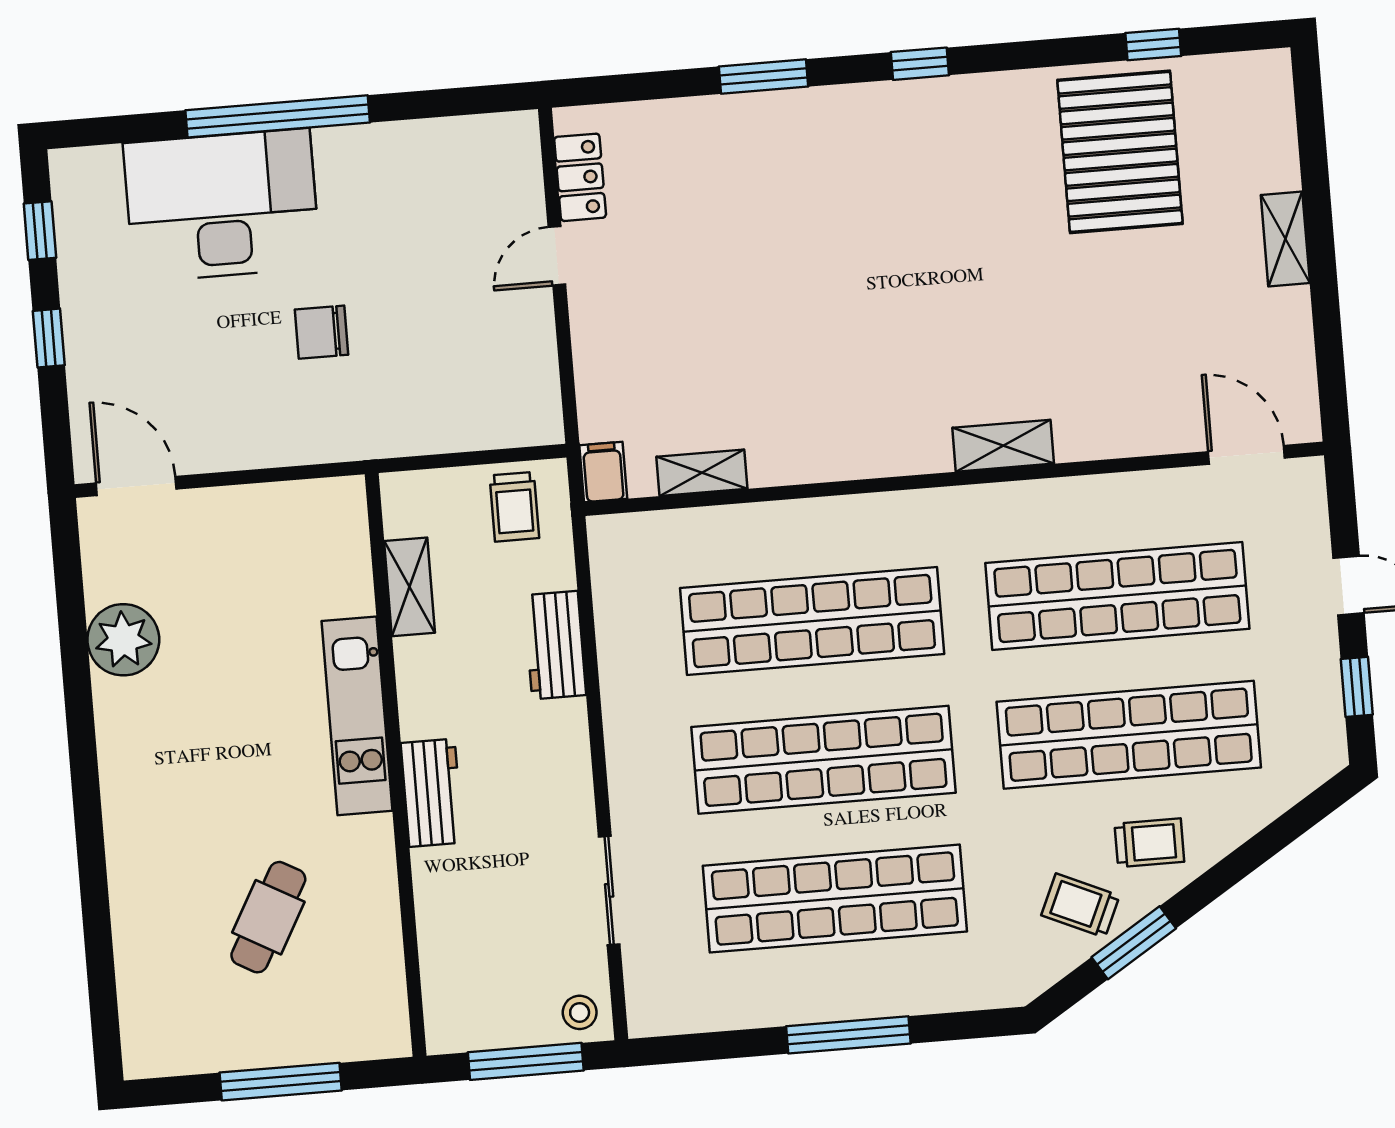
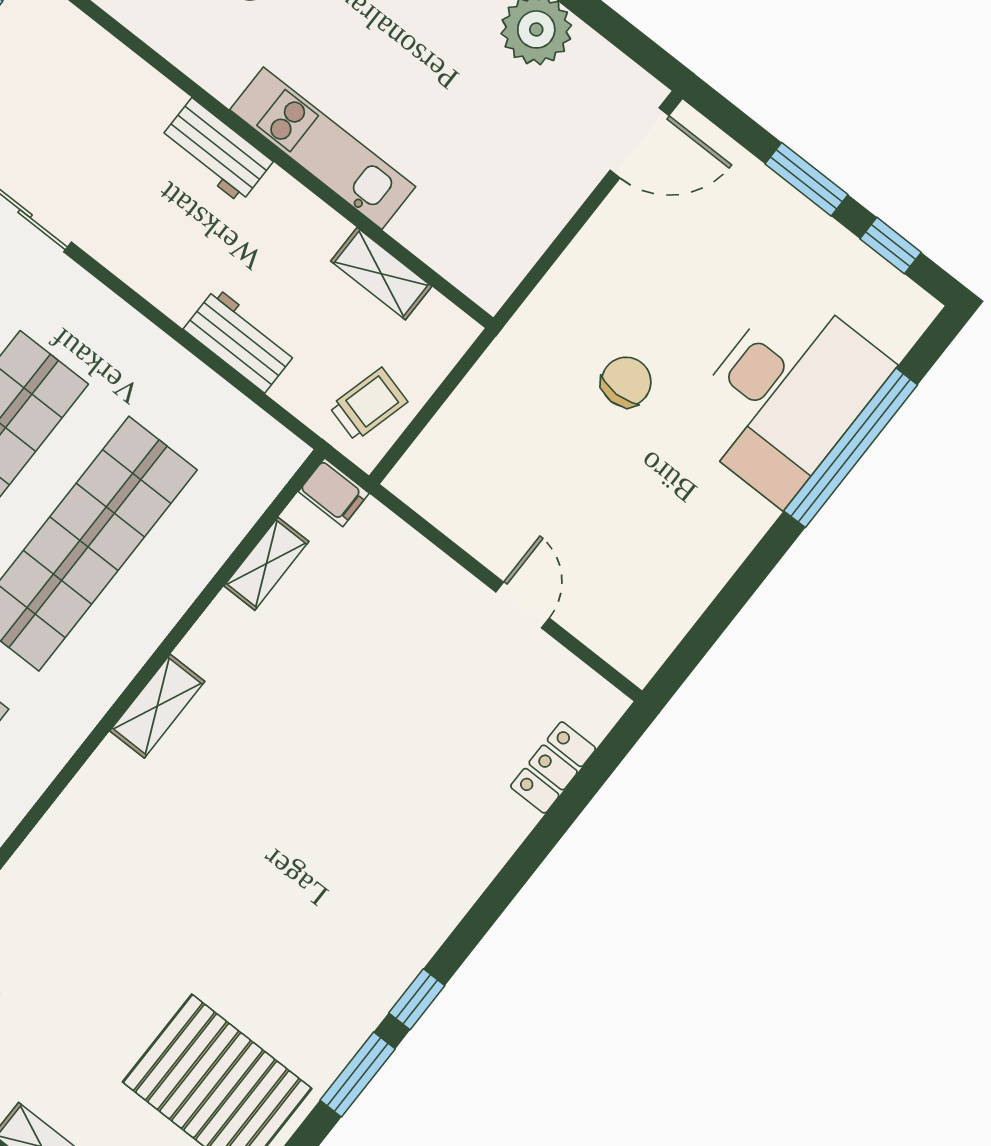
window: (764, 77) -> (358, 1074), moved
window: (278, 116) -> (851, 448), moved
locker: (580, 177) -> (553, 768), moved, turned 90
window: (49, 338) -> (806, 179), width x1.50
shelving: (1003, 446) -> (157, 706), moved
trolley: (514, 507) -> (369, 404), turned 105

